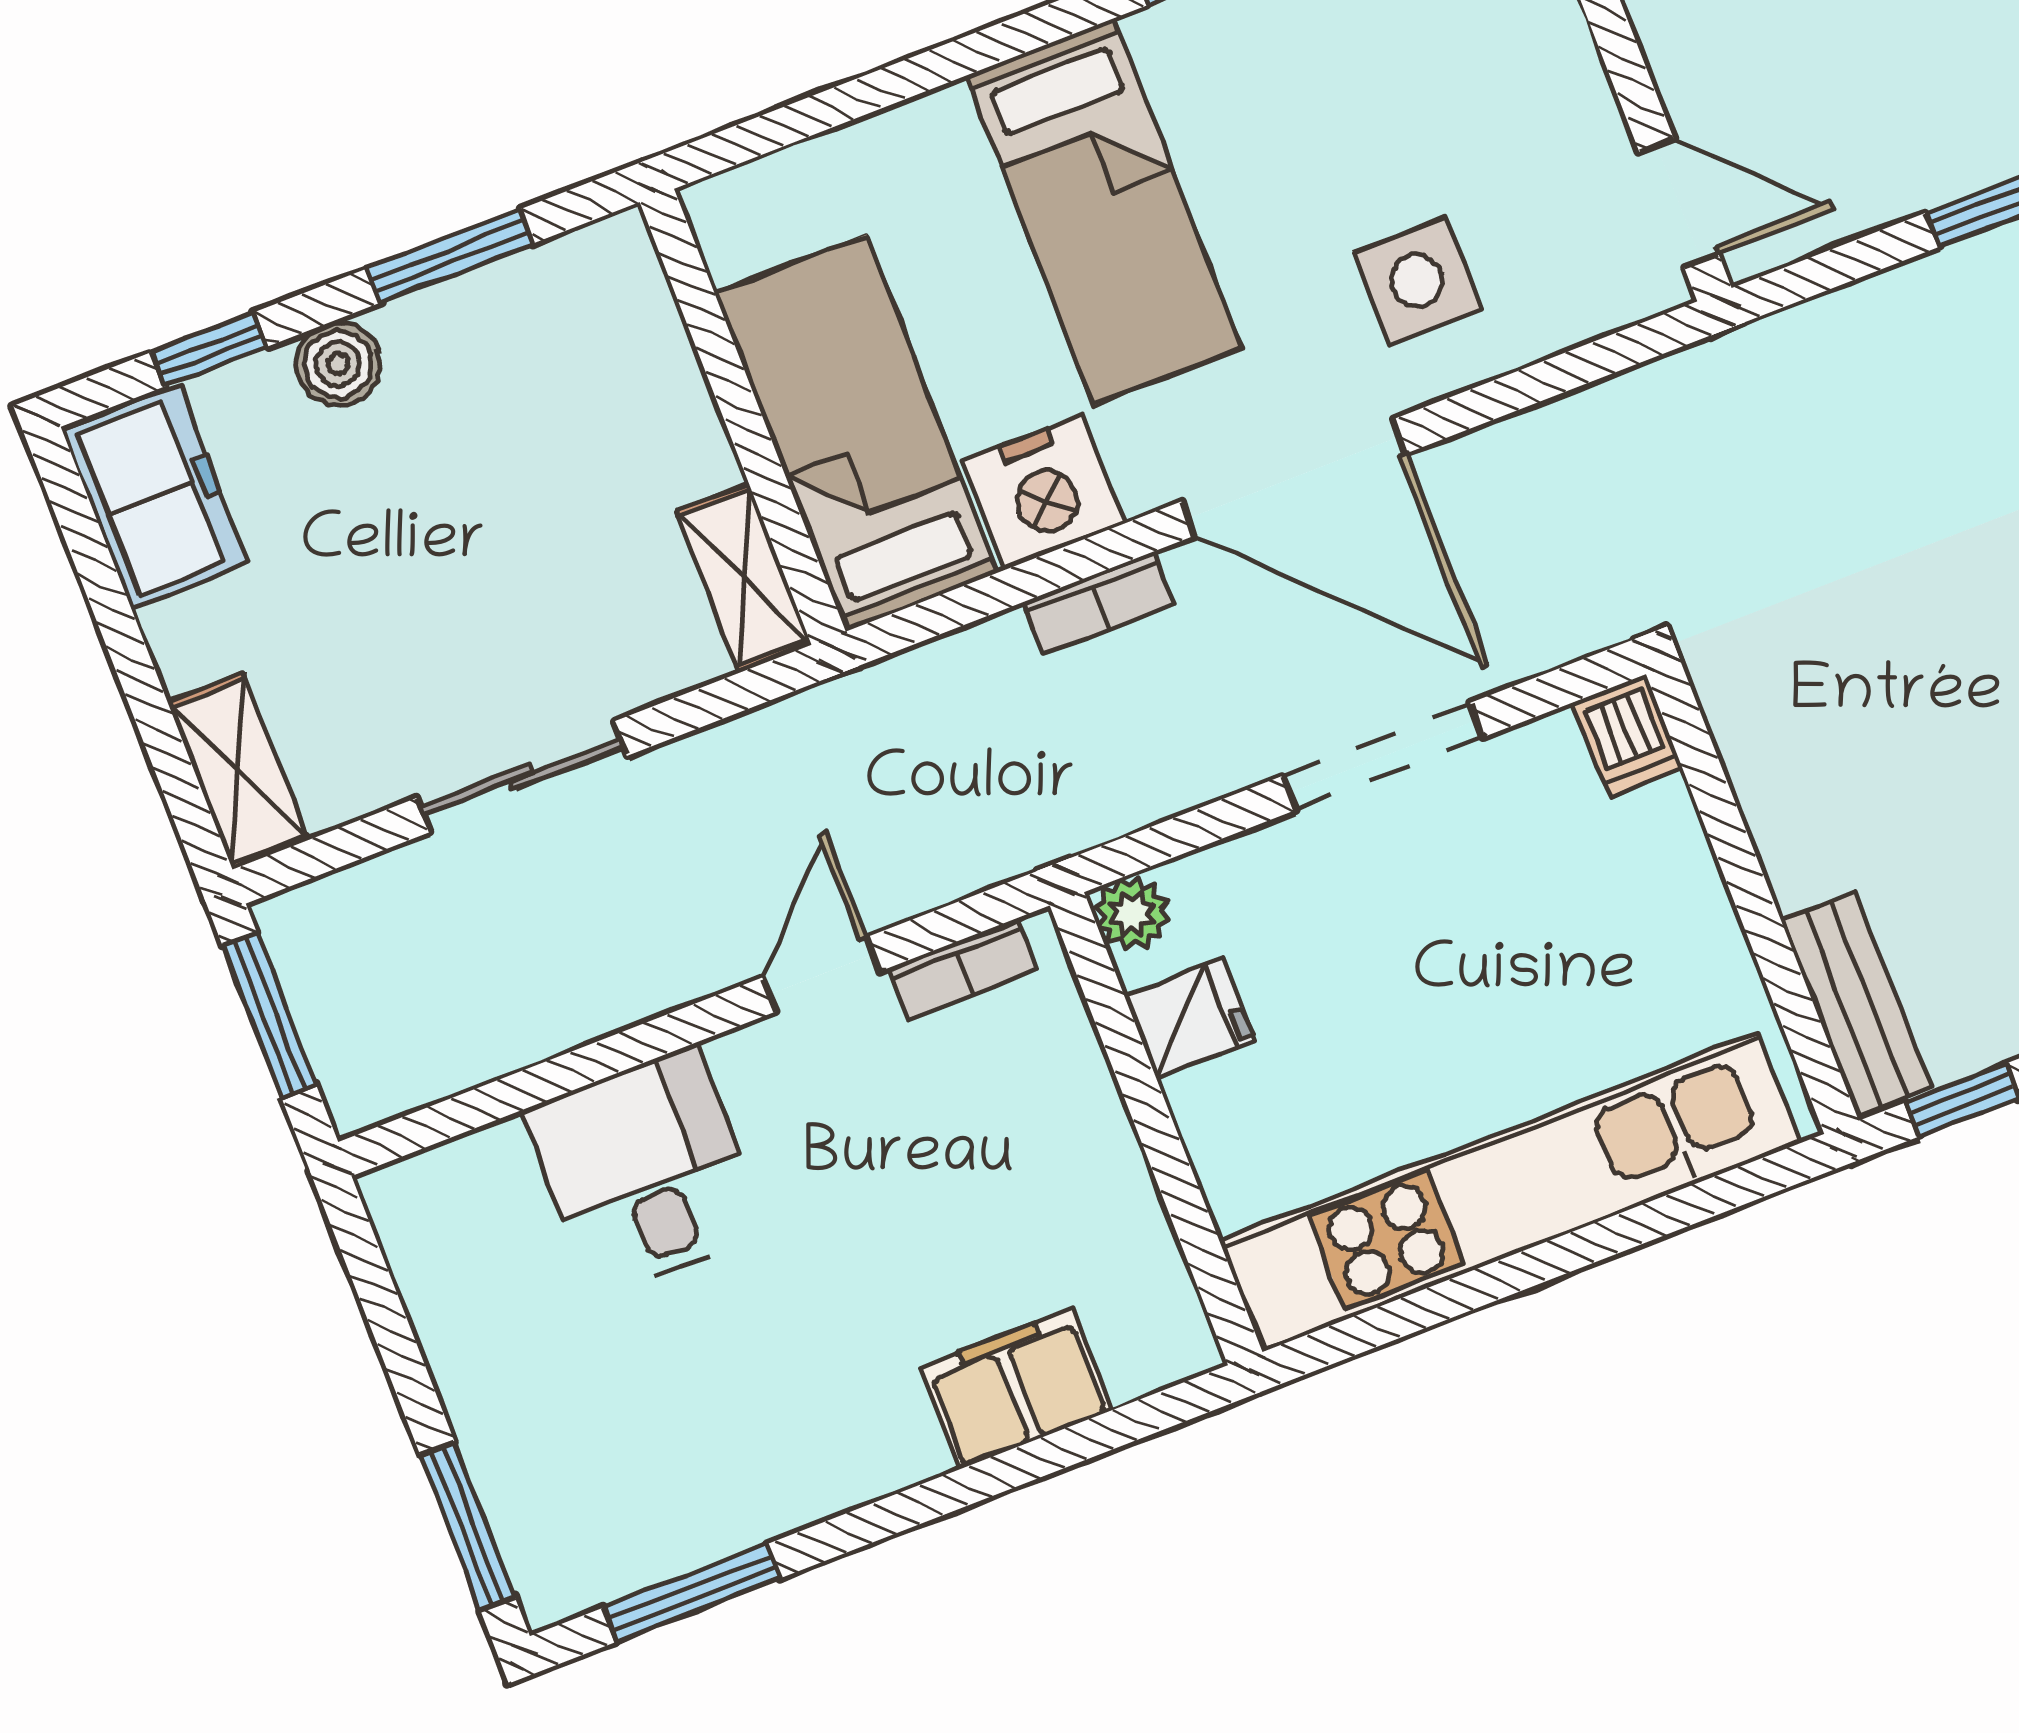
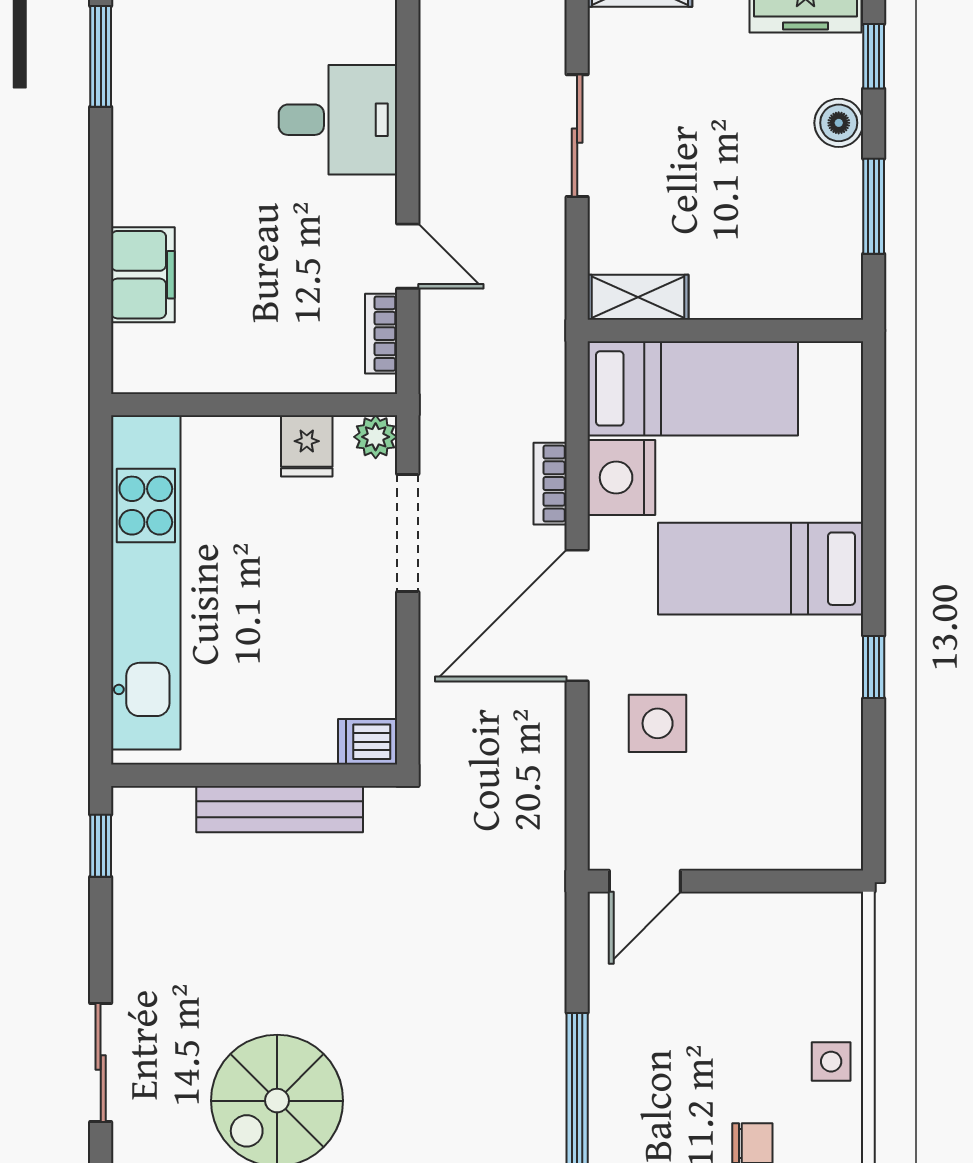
doorway: (1383, 757) -> (408, 533), moved
bench: (1856, 1004) -> (280, 809), moved, width x1.36

